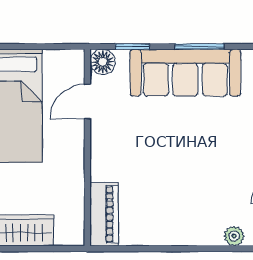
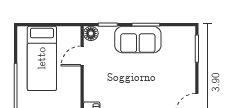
sofa: (185, 73) -> (138, 40), width x0.73

